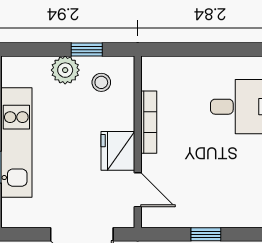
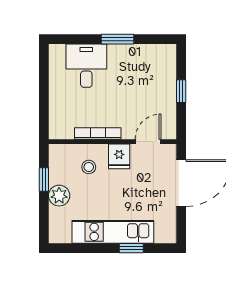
stool: (101, 82) -> (89, 167), moved
fridge: (118, 151) -> (119, 156), width x0.72

